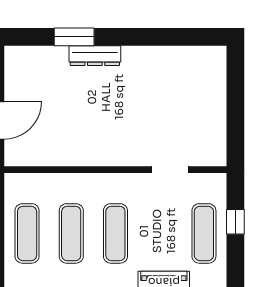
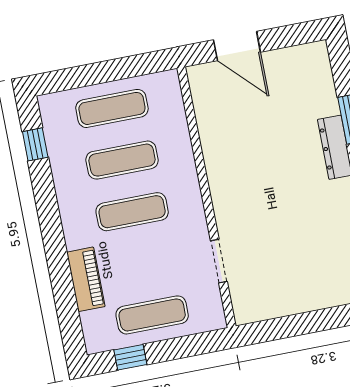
window: (235, 222) -> (130, 357), moved

